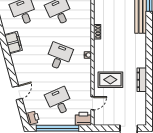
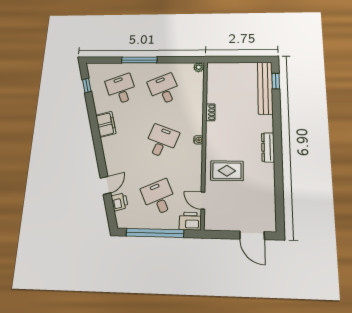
dresser: (142, 80) -> (268, 147), moved
door: (92, 103) -> (203, 201), swing flipped
printer: (33, 118) -> (120, 202), moved

